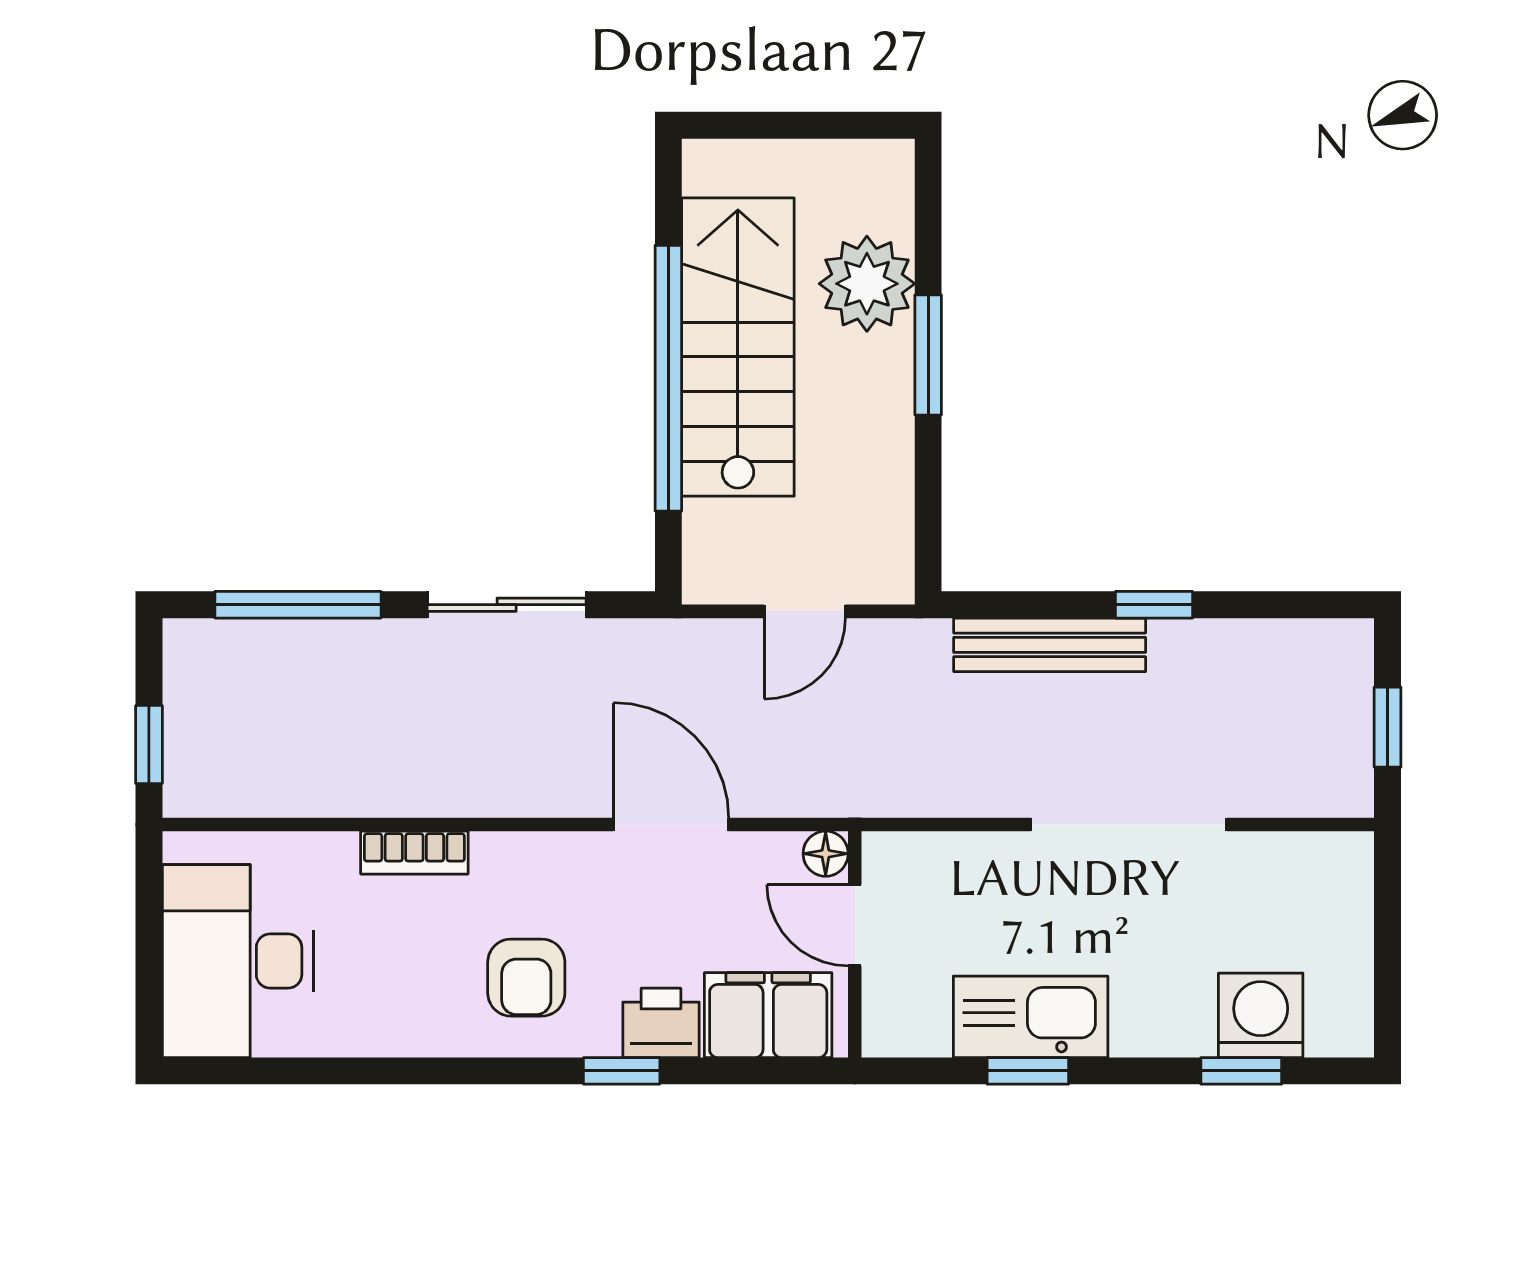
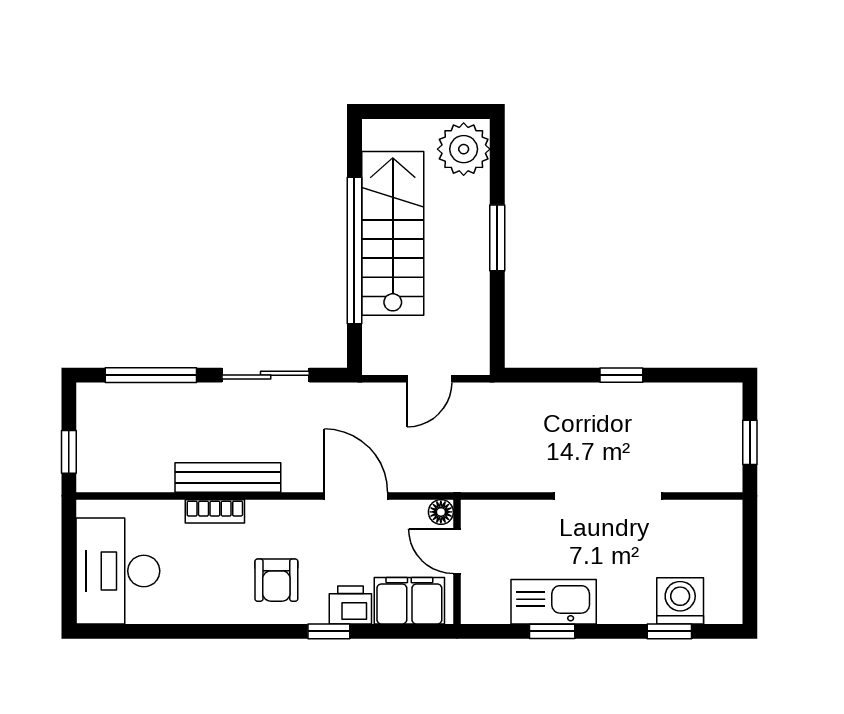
plant: (867, 284) -> (464, 149), moved
bench: (1050, 645) -> (228, 477), moved

